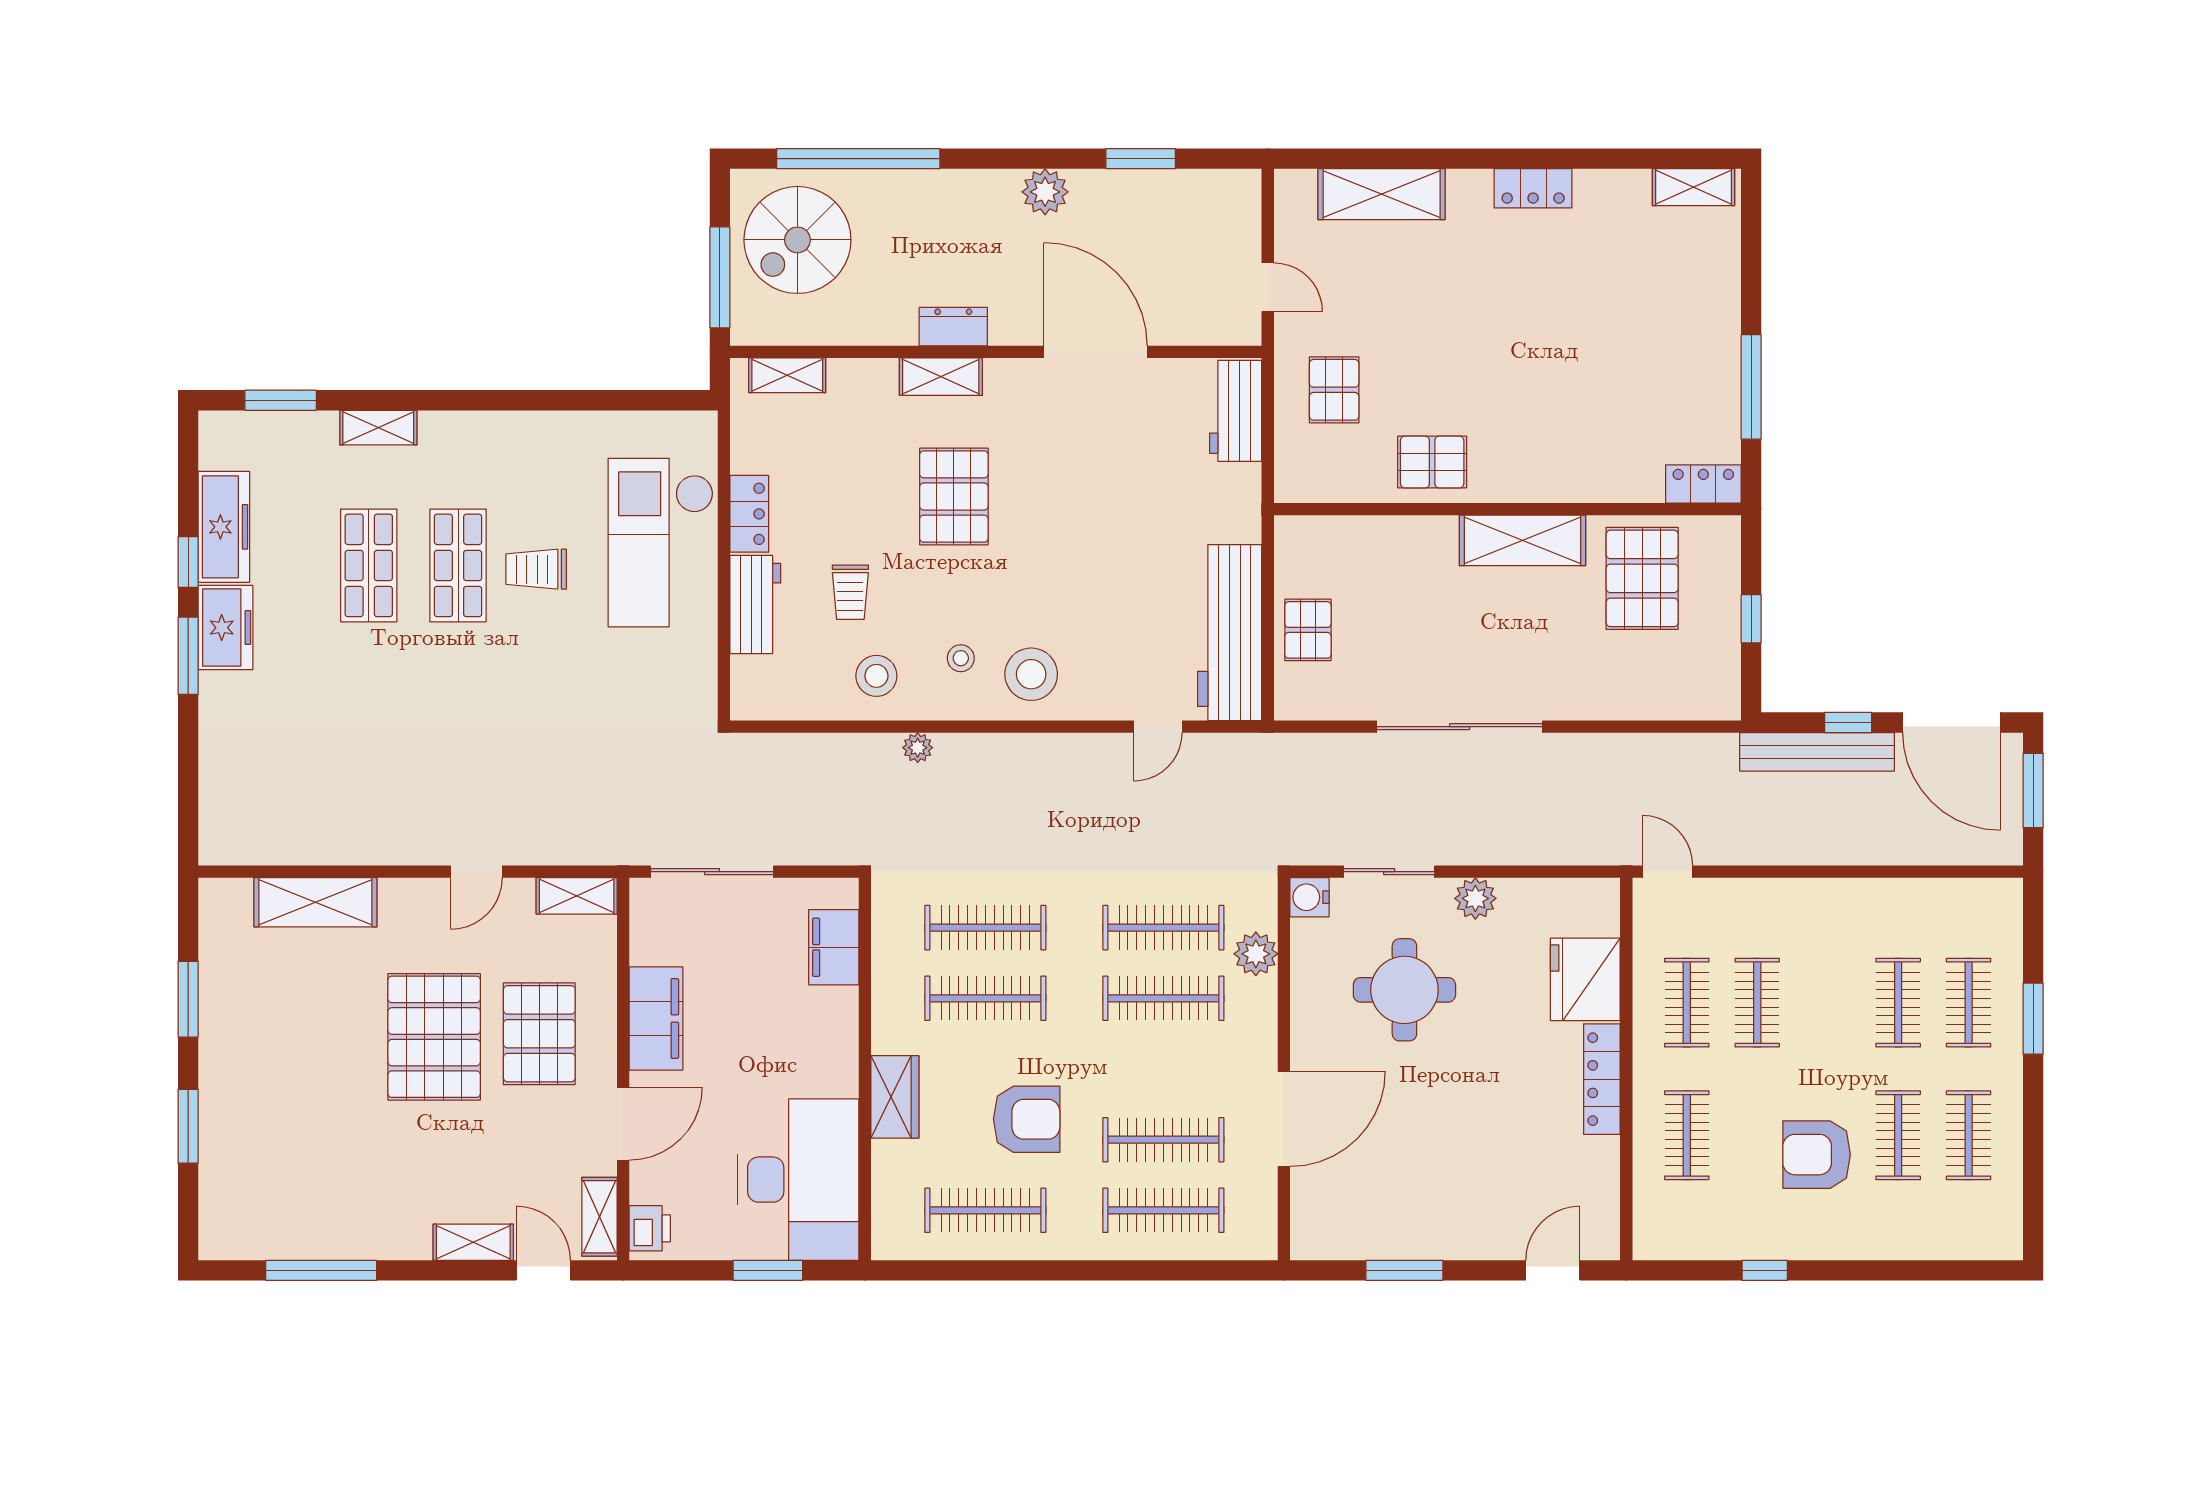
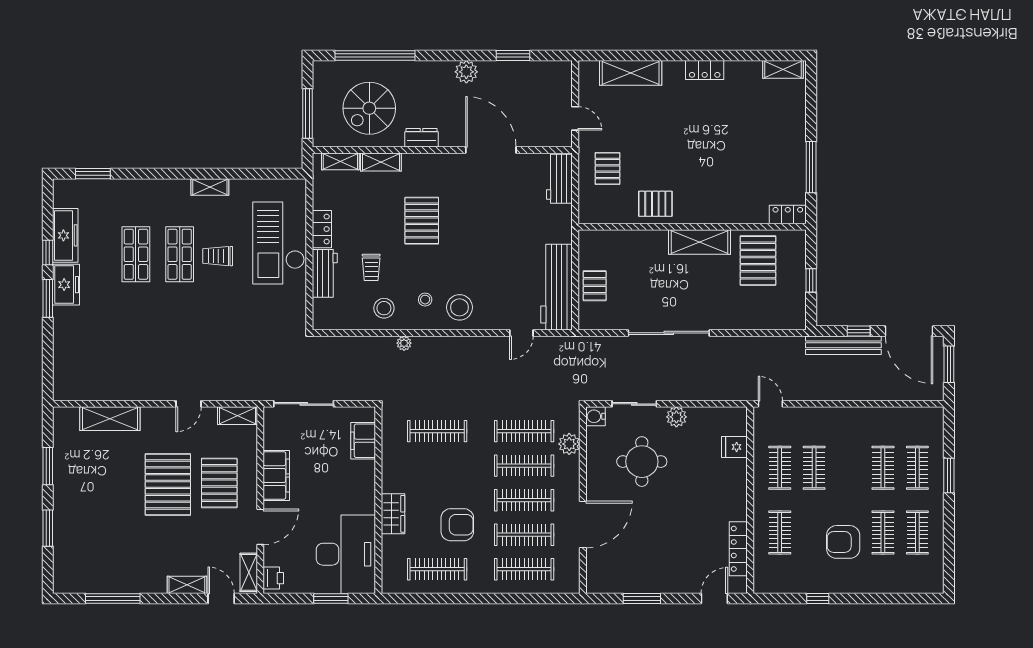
spiral stairs: (797, 240) -> (369, 108), moved
shelving: (941, 377) -> (381, 162), moved
shelving: (378, 428) -> (210, 187), moved
fridge: (1585, 979) -> (734, 447), width x0.53, depth x0.75
clothes rail: (985, 998) -> (524, 500), moved
locker: (1602, 1079) -> (738, 549), moved

